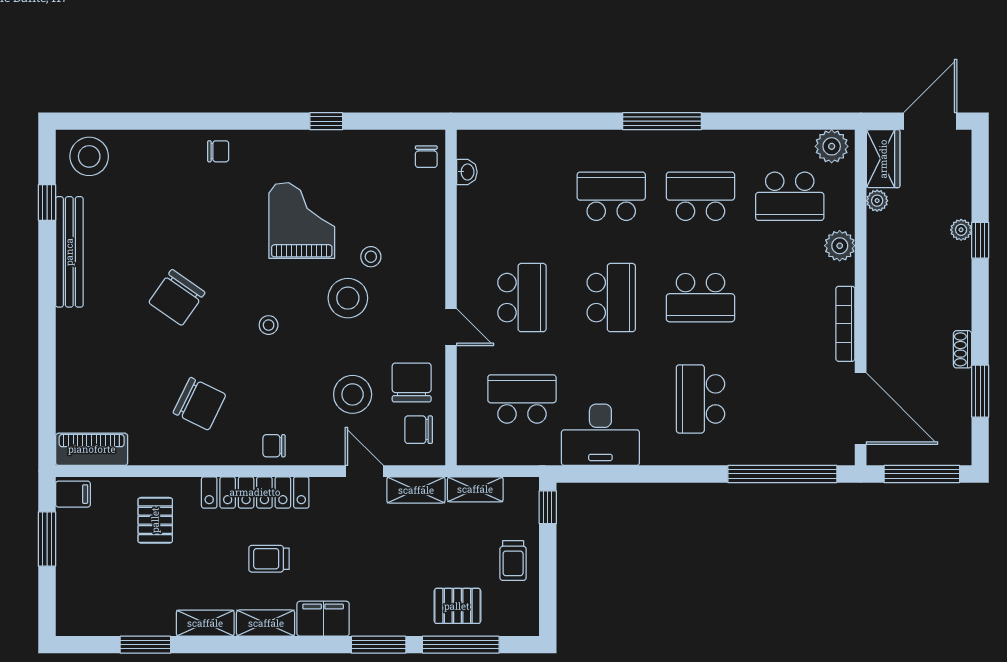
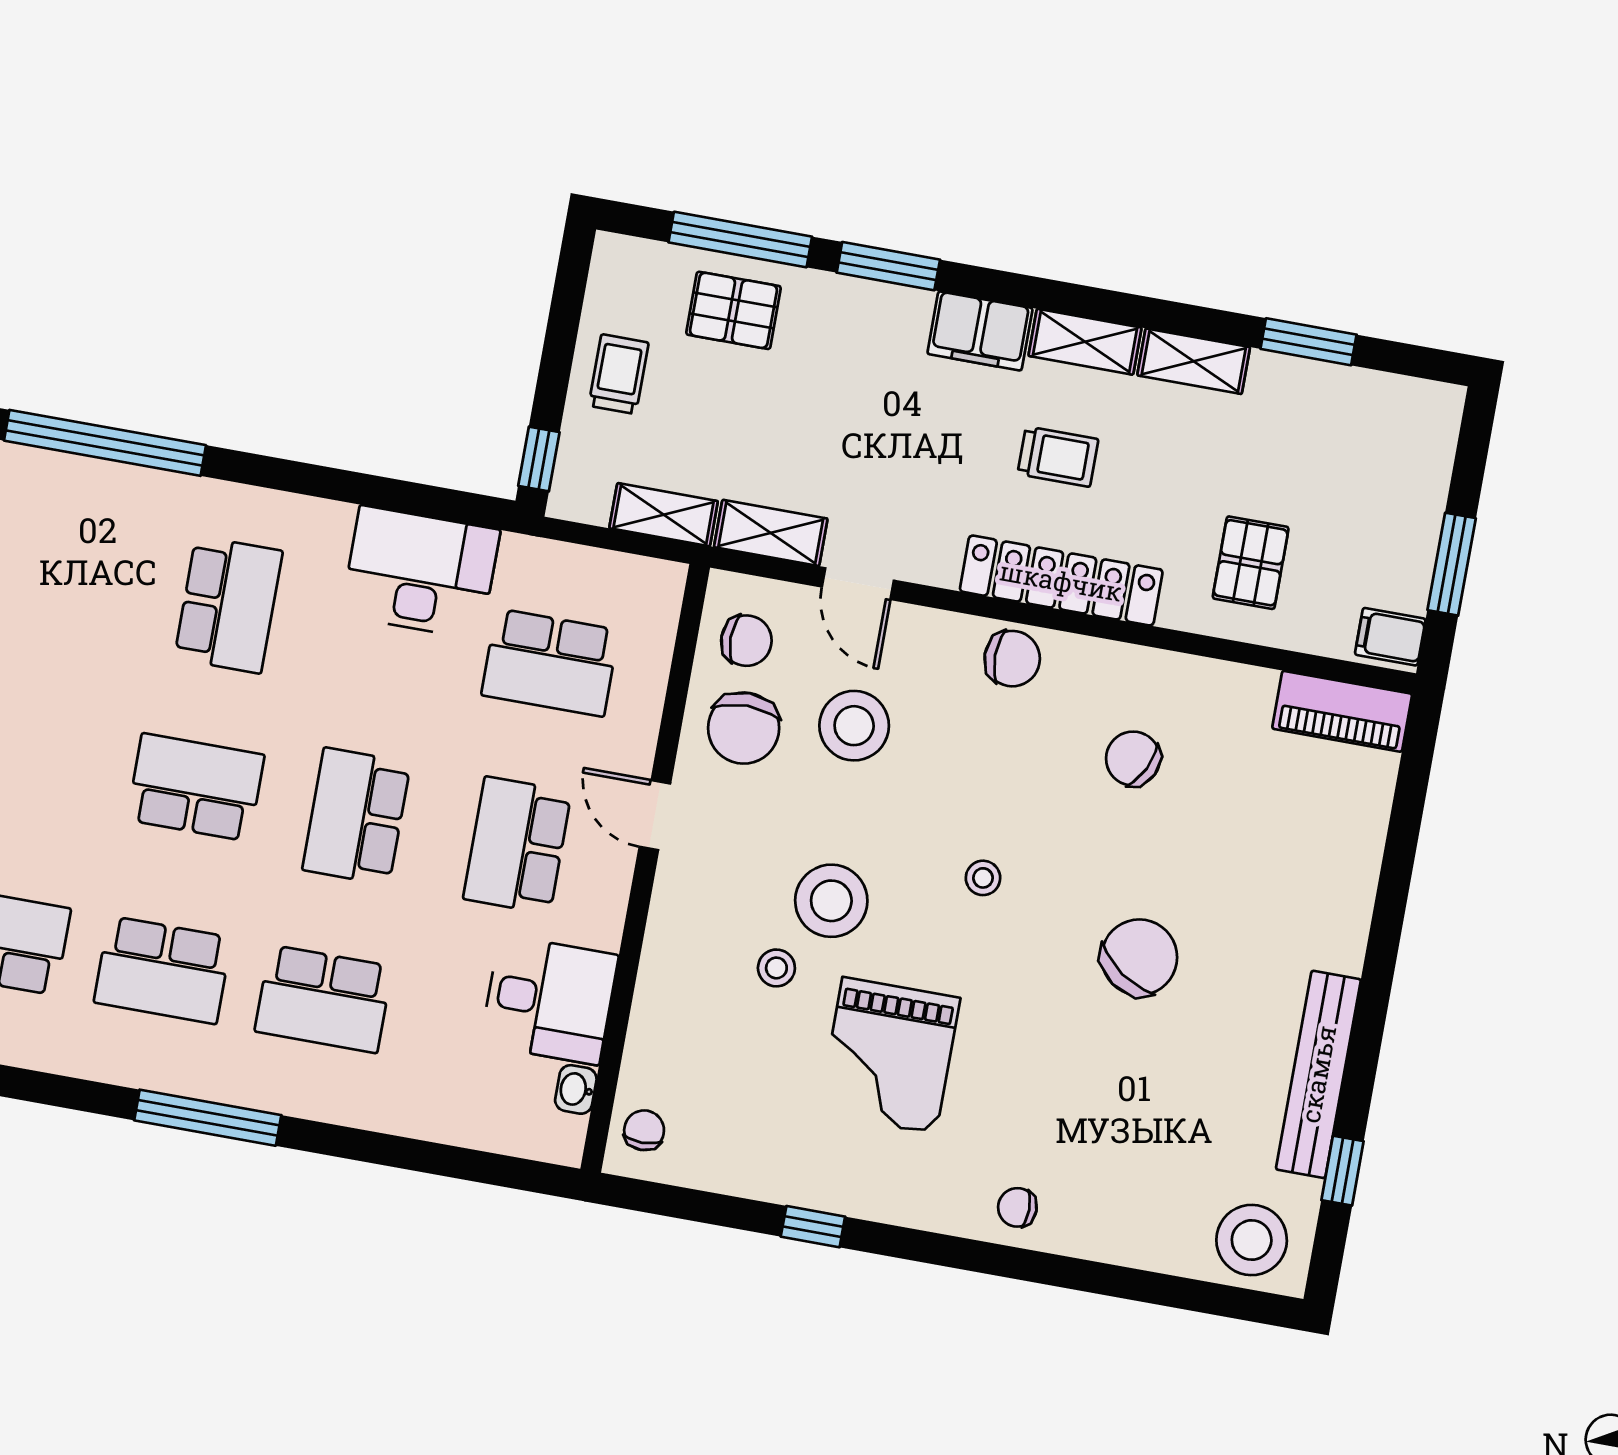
desk: (490, 218) -> (549, 1000), added
chair: (199, 404) -> (1133, 759), width x0.73, depth x0.73
chair: (274, 446) -> (1012, 659), width x1.37, depth x1.37

